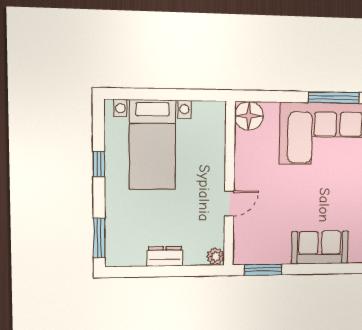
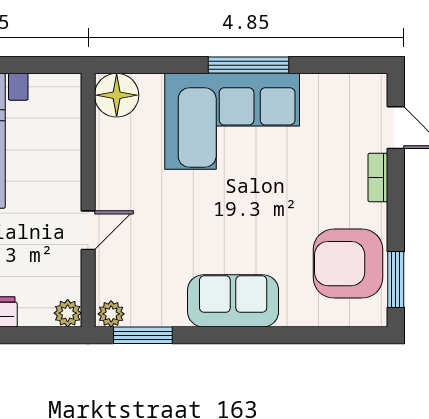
plant: (243, 257) -> (111, 314), added

